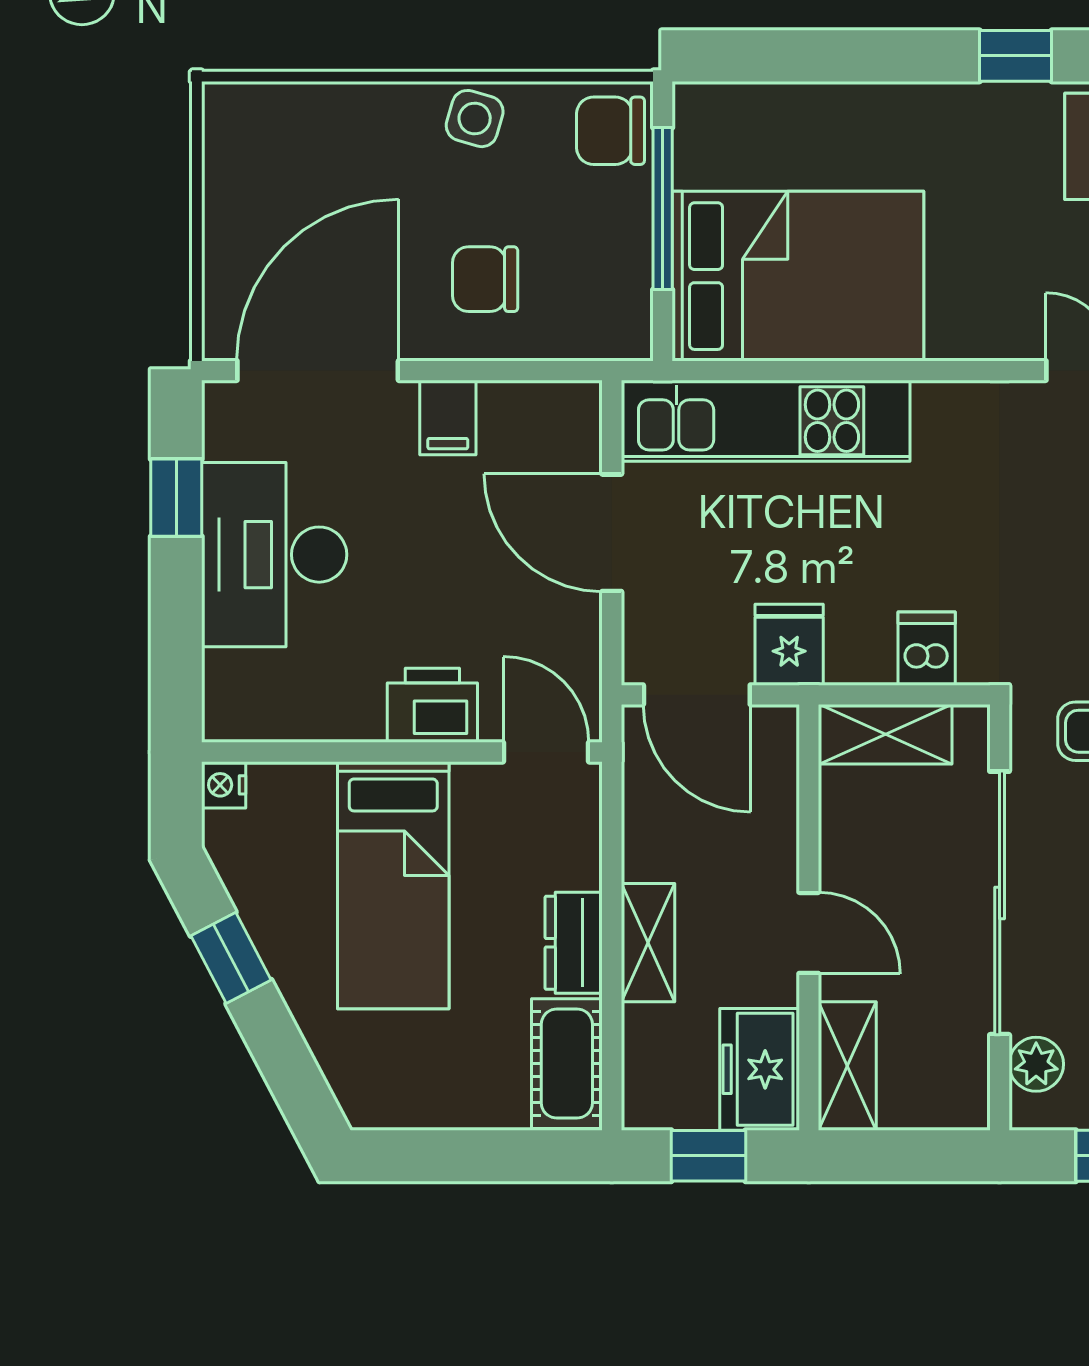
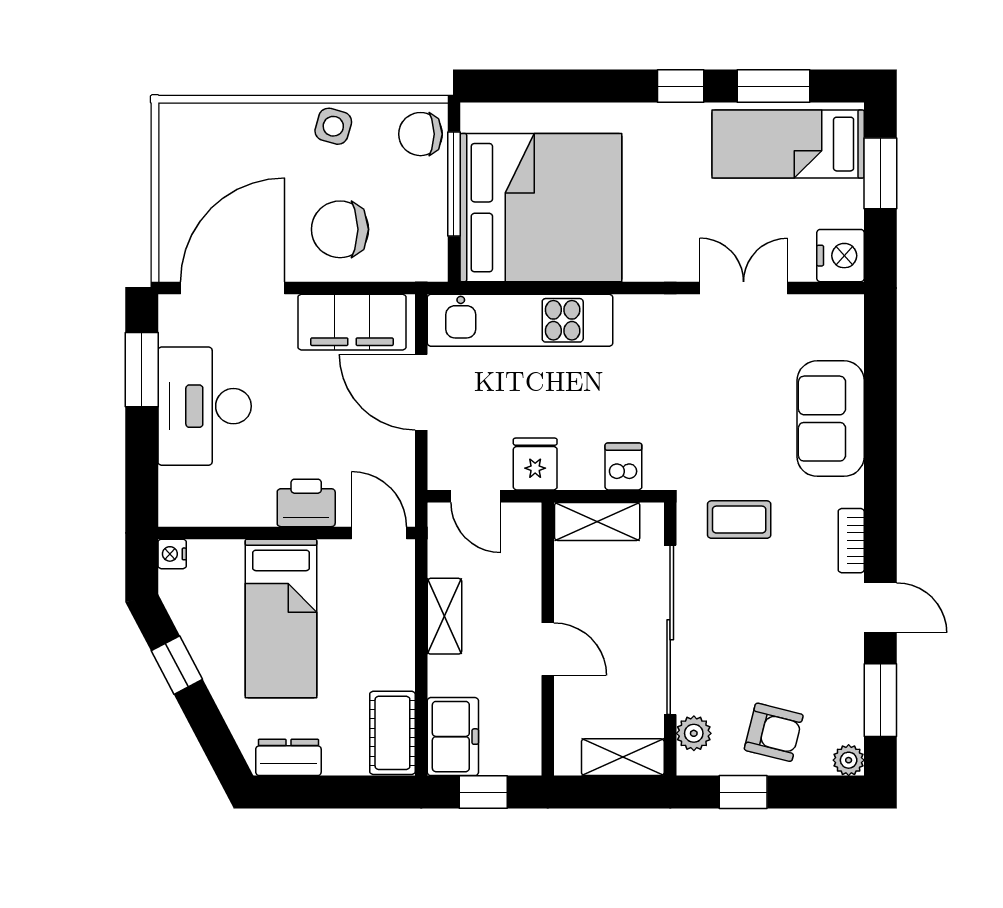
bed: (798, 276) -> (541, 208), width x1.36
chair: (485, 279) -> (340, 229), width x1.37, depth x1.37
filing cabinet: (448, 417) -> (352, 322), width x3.00, depth x1.17
window: (176, 498) -> (142, 370), width x1.50
door: (697, 695) -> (476, 496), width x0.73
dresser: (574, 943) -> (288, 757), moved, turned 90
shelving: (648, 943) -> (445, 616), moved
shelving: (847, 1066) -> (623, 757), moved, turned 90
freezer: (760, 1069) -> (453, 737), moved, turned 180

